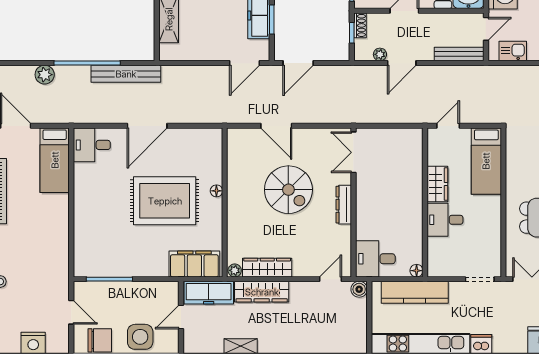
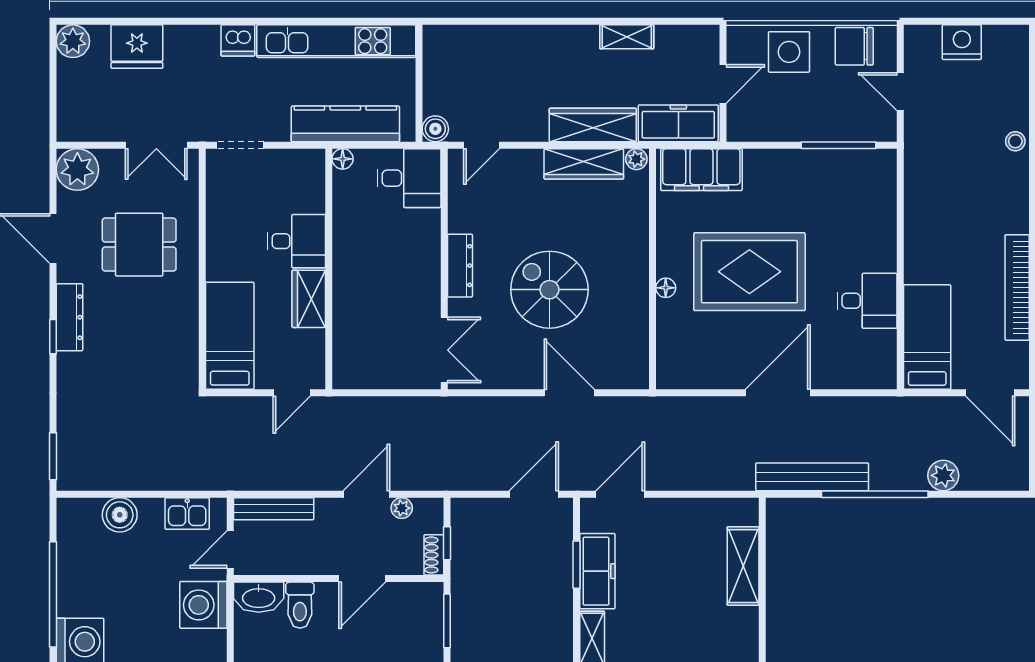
desk: (92, 145) -> (867, 301), moved

